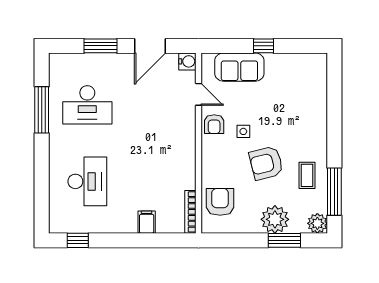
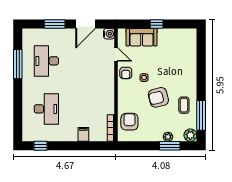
desk: (87, 105) -> (46, 61), turned 90
plant: (275, 219) -> (168, 137), width x0.53, depth x0.53

